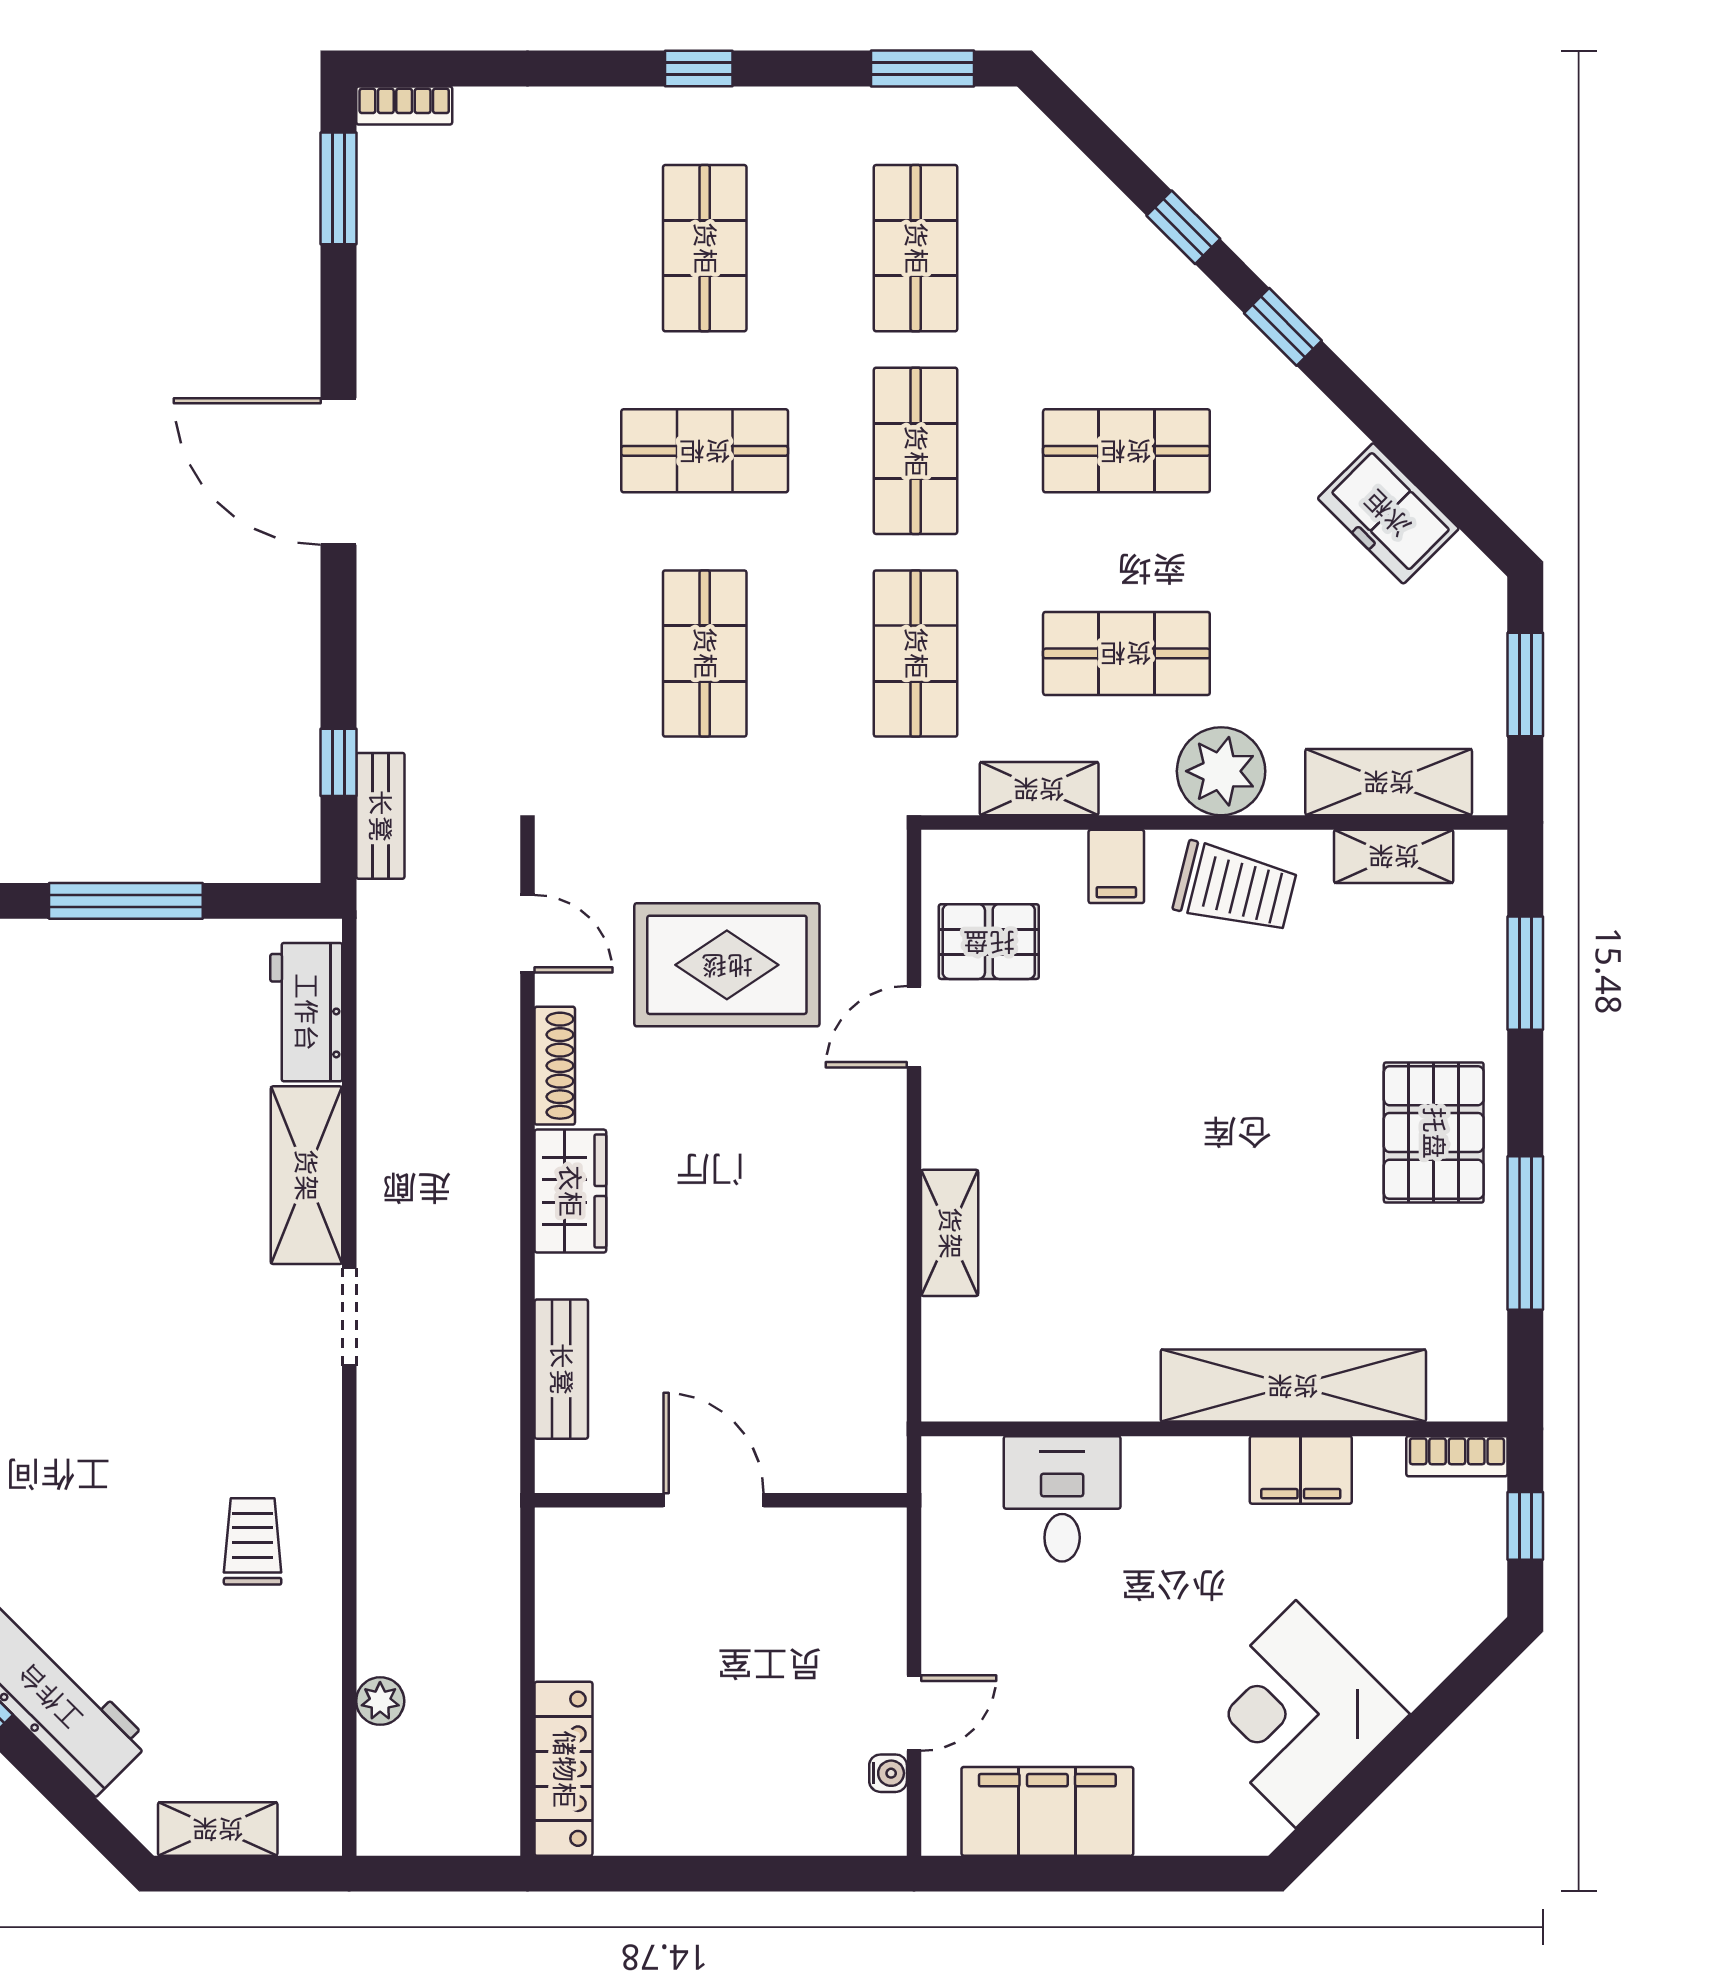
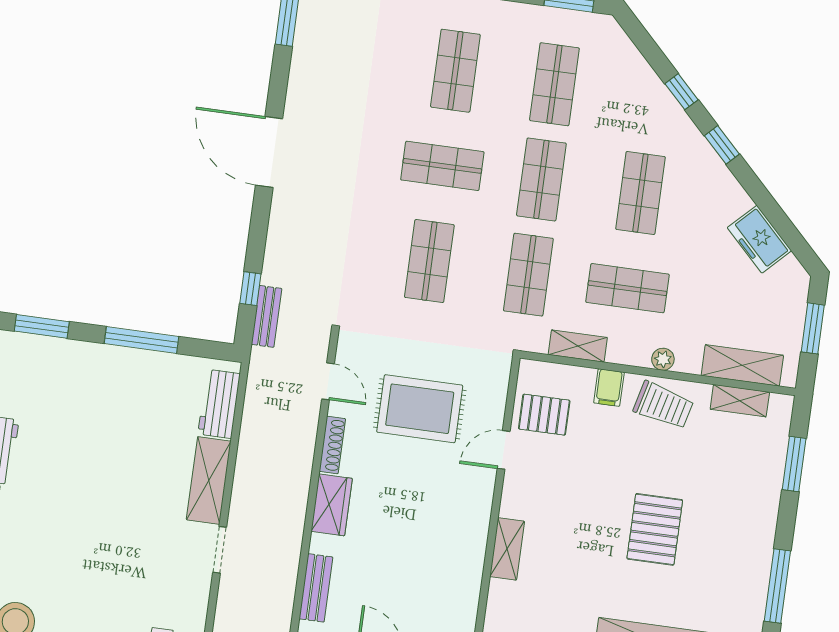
shop shelf: (1126, 451) -> (640, 193), turned 90
plant: (1221, 771) -> (663, 359), width x0.53, depth x0.53
pallet: (1434, 1133) -> (655, 529), moved

